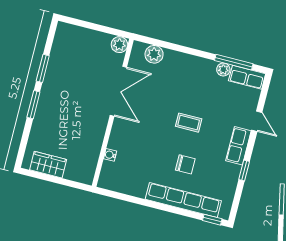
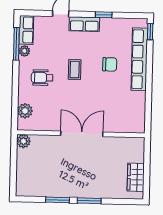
wheelchair: (188, 83) -> (42, 78), added
double door: (118, 91) -> (82, 134), moved
water cooler: (110, 155) -> (116, 128), removed
chair: (185, 164) -> (110, 64), turned 90

